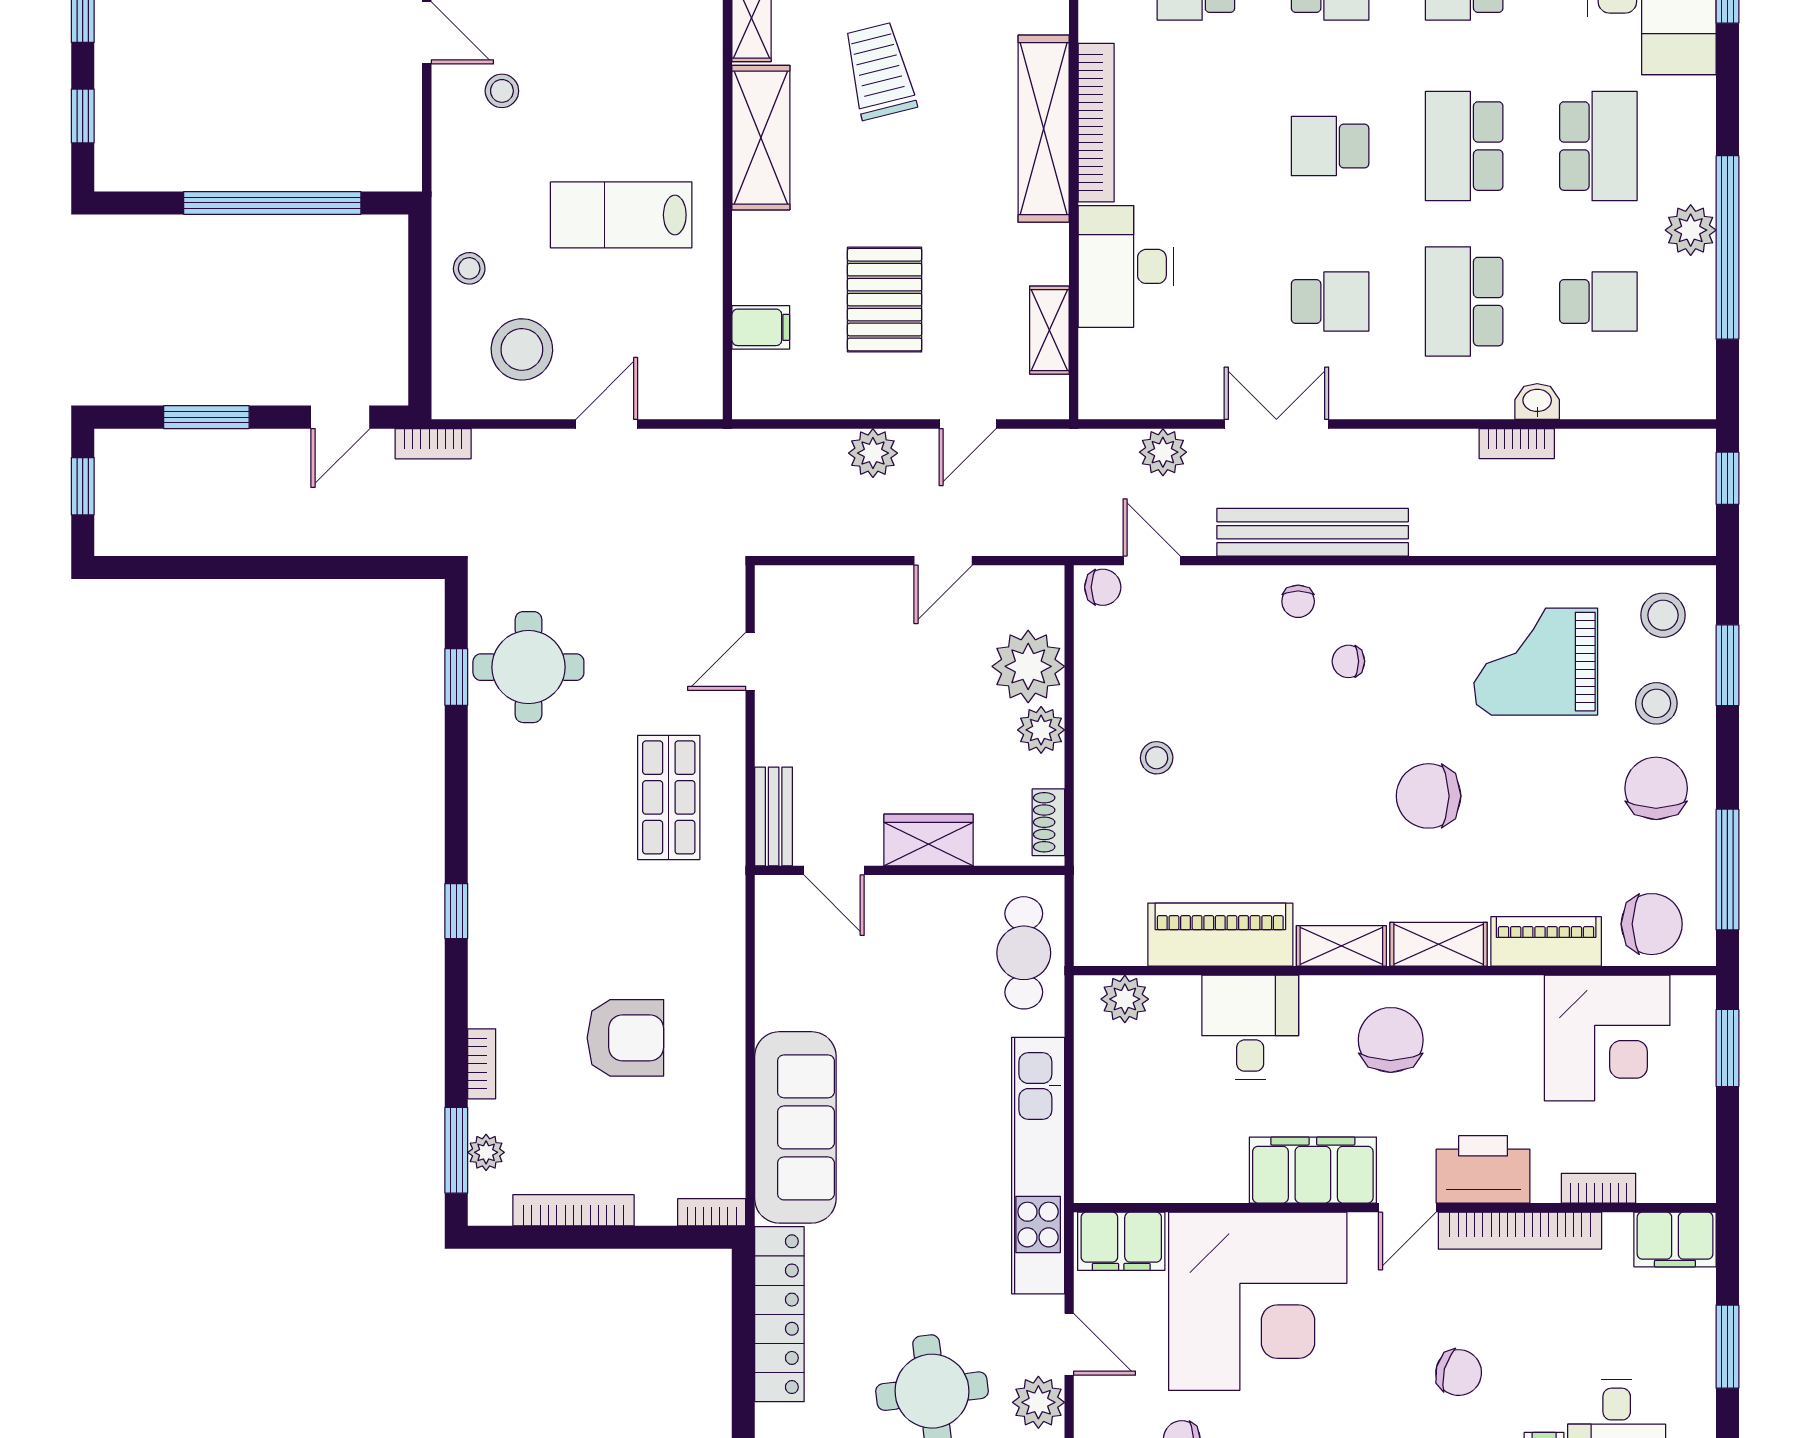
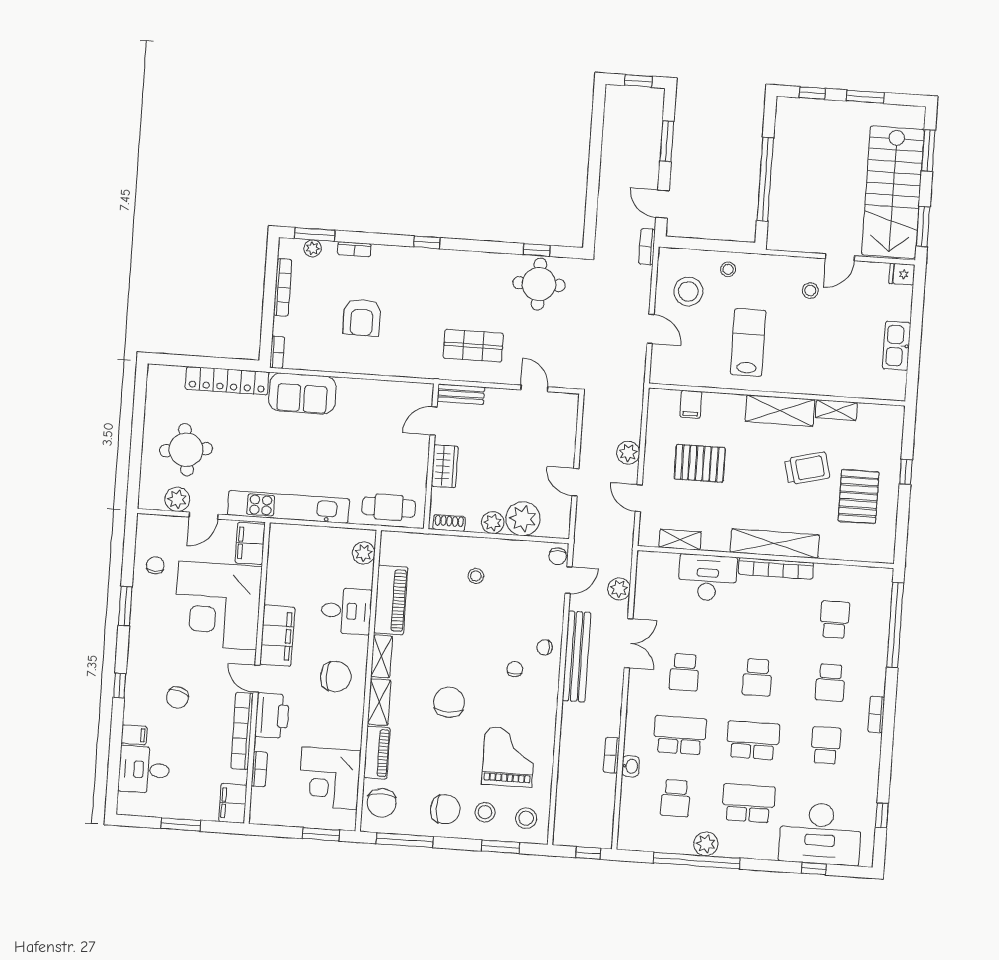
school desk: (1330, 146) -> (757, 677), turned 180
school desk: (1598, 146) -> (748, 803), turned 180
sofa: (795, 1127) -> (302, 393), width x0.73

